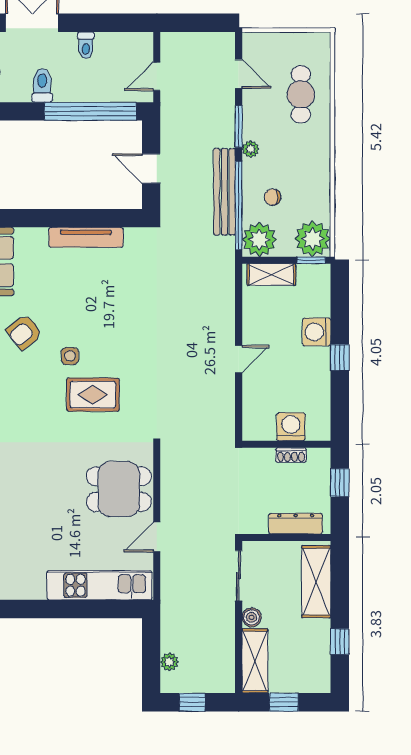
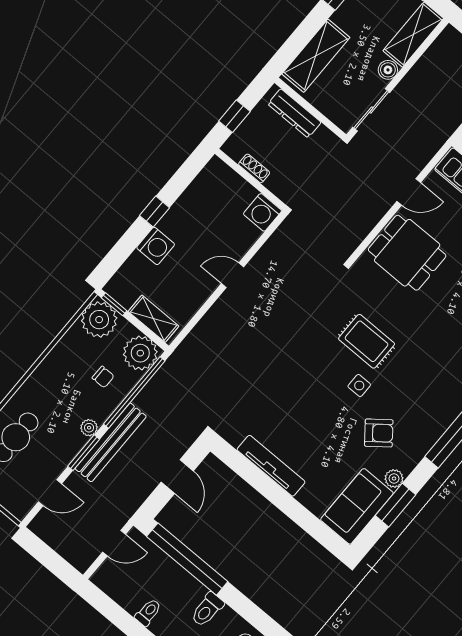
door: (239, 74) -> (50, 493), swing flipped
bench: (224, 192) -> (111, 442), moved
washing machine: (291, 427) -> (263, 212), moved

